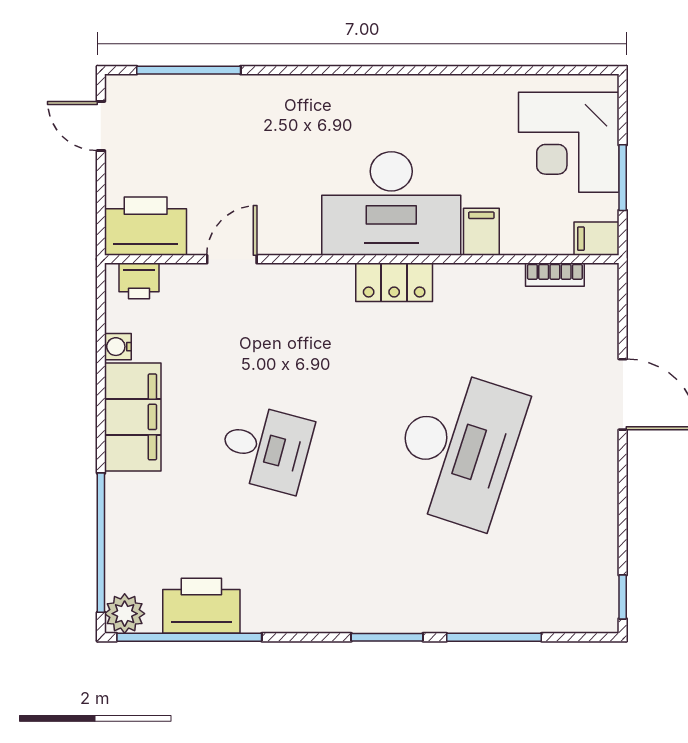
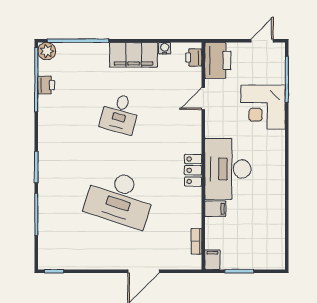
corner desk: (569, 142) -> (263, 107), moved, turned -90
door: (232, 259) -> (203, 99), swing flipped
printer: (201, 606) -> (46, 85), width x0.53, depth x0.68

